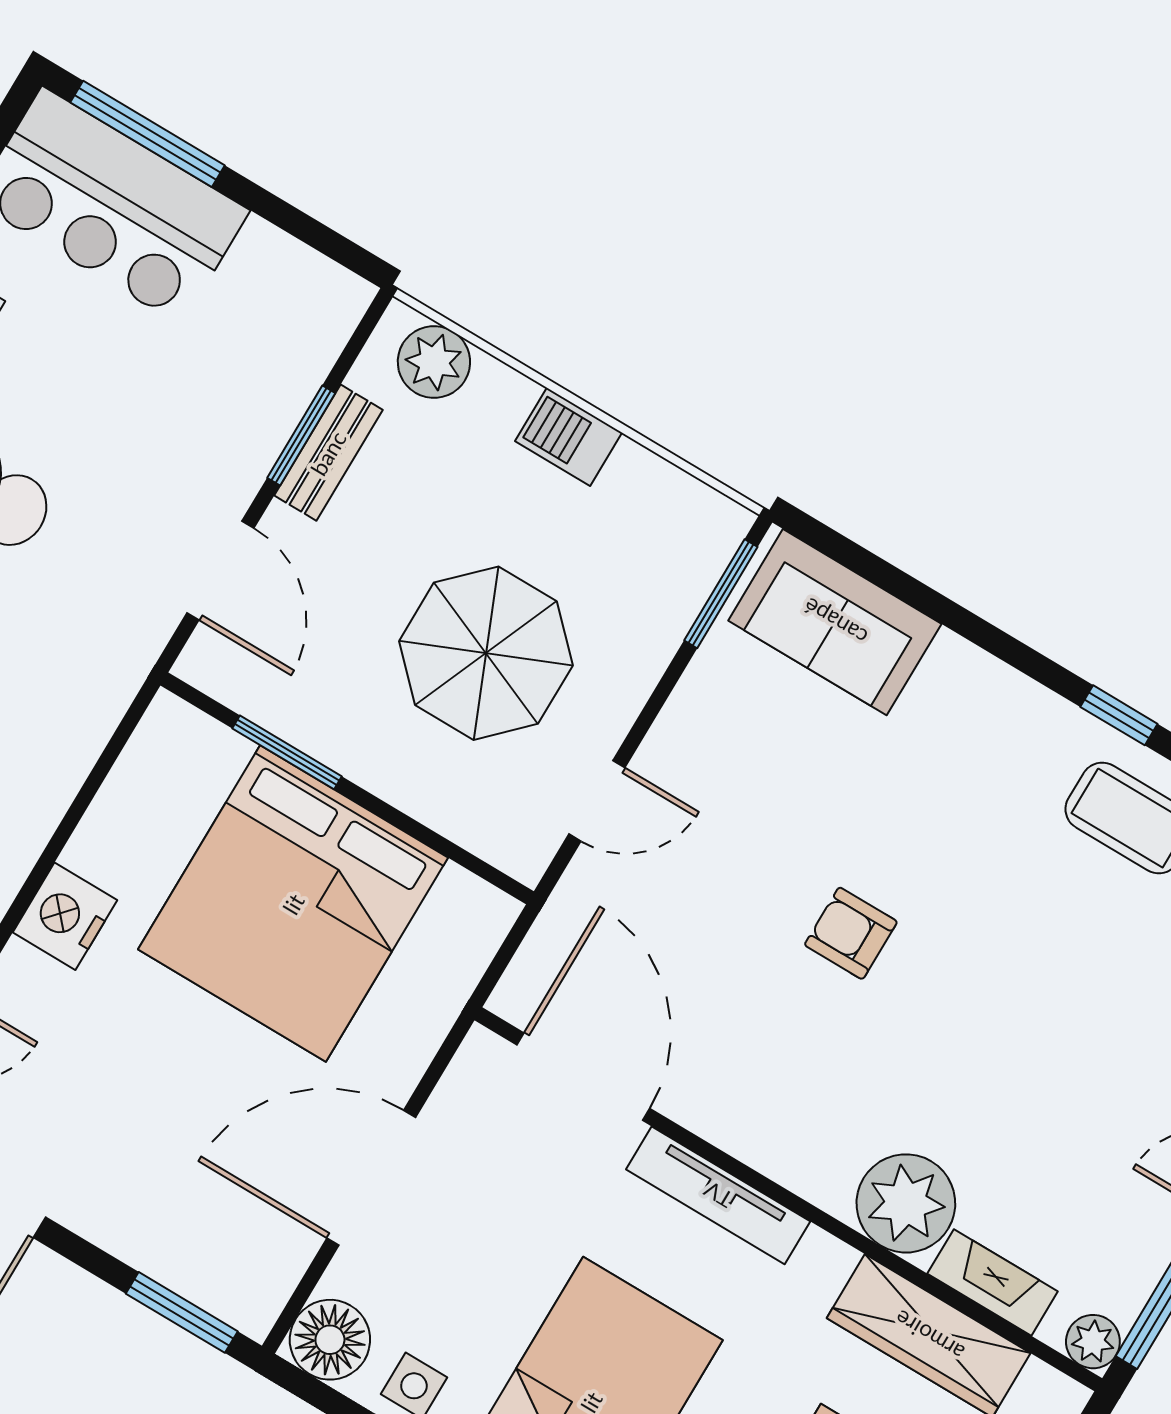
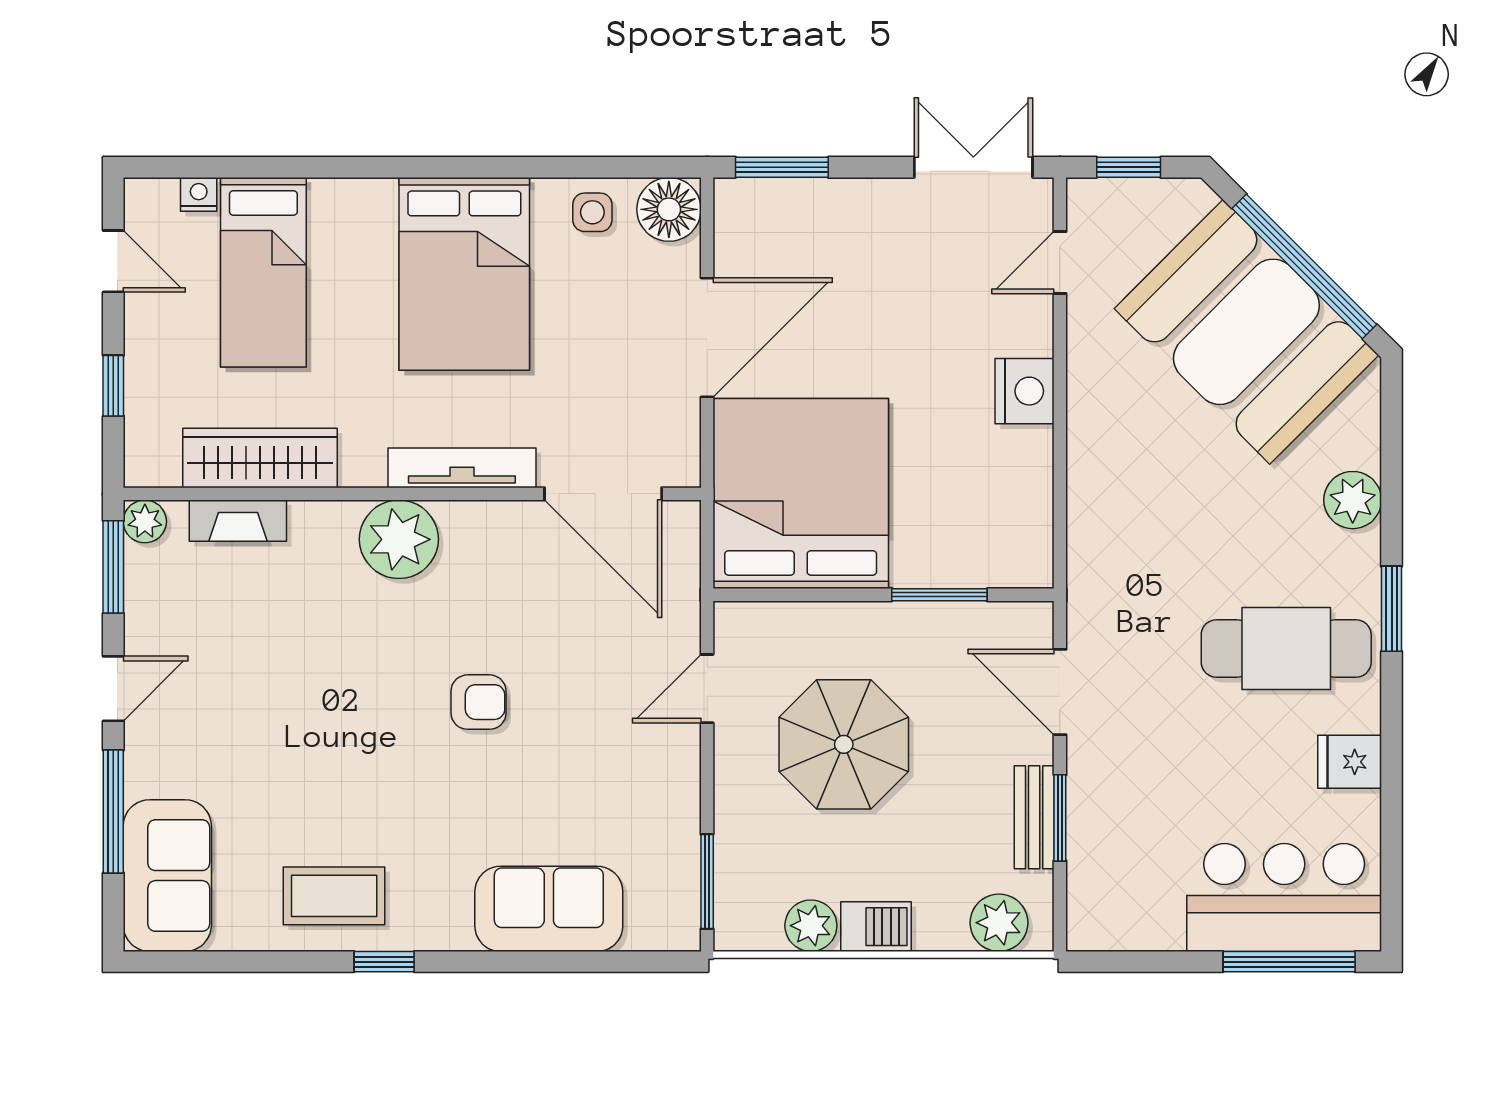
plant: (638, 480) -> (811, 926), added
sofa: (835, 622) -> (549, 909), moved
bed: (293, 904) -> (801, 493), moved
plant: (906, 1203) -> (399, 539), moved

